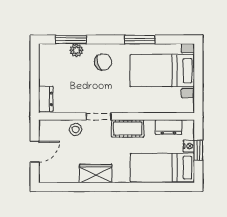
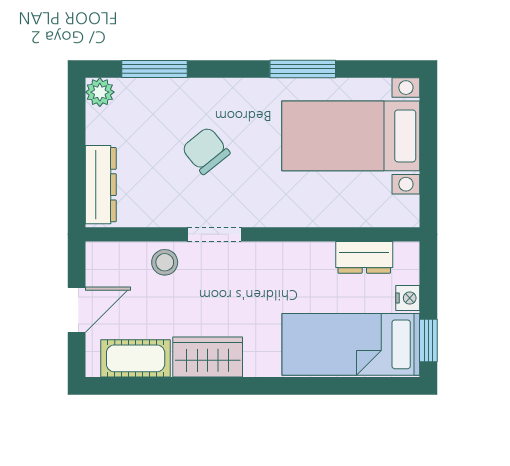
plant: (76, 50) -> (100, 92), moved
chair: (103, 62) -> (206, 151), moved, turned -113
dresser: (46, 99) -> (101, 185), width x1.44
cot: (128, 128) -> (136, 358), moved
window: (198, 150) -> (428, 341), moved

